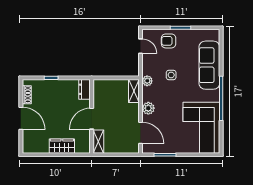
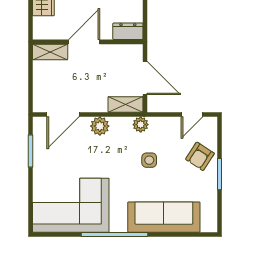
armchair: (169, 41) -> (200, 156), turned -147
door: (116, 78) -> (145, 78), added
door: (92, 119) -> (84, 42), hinge flipped

